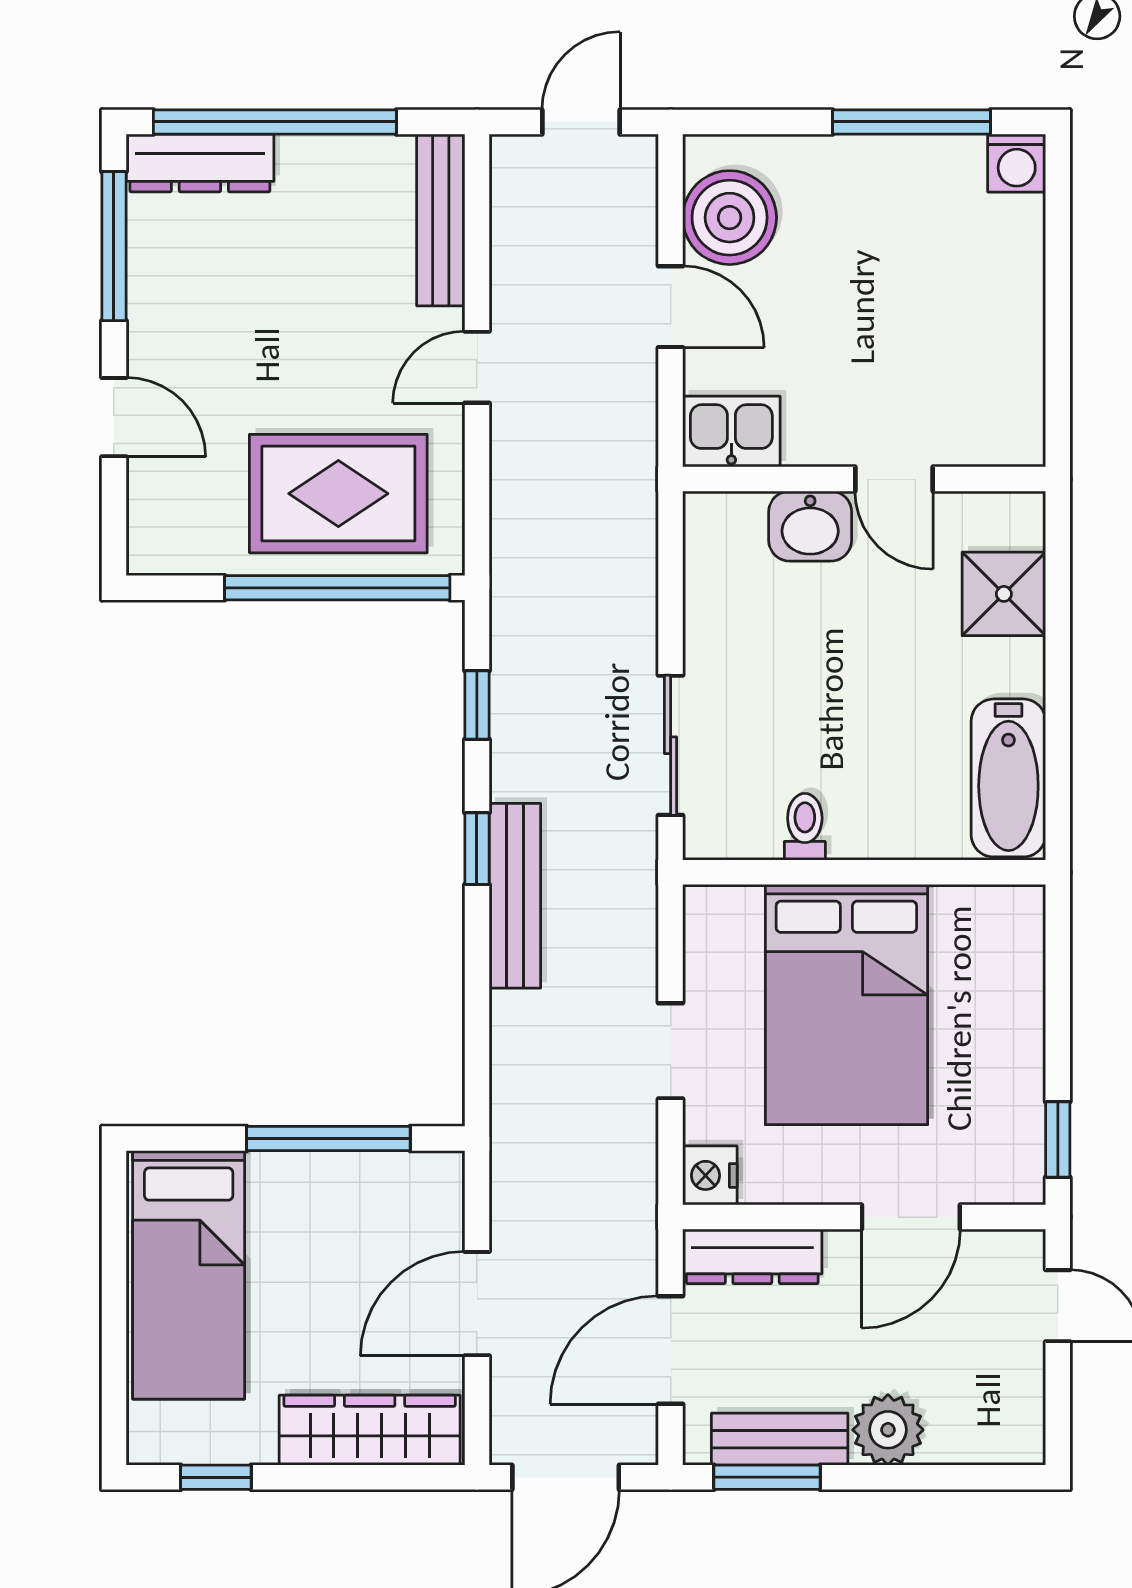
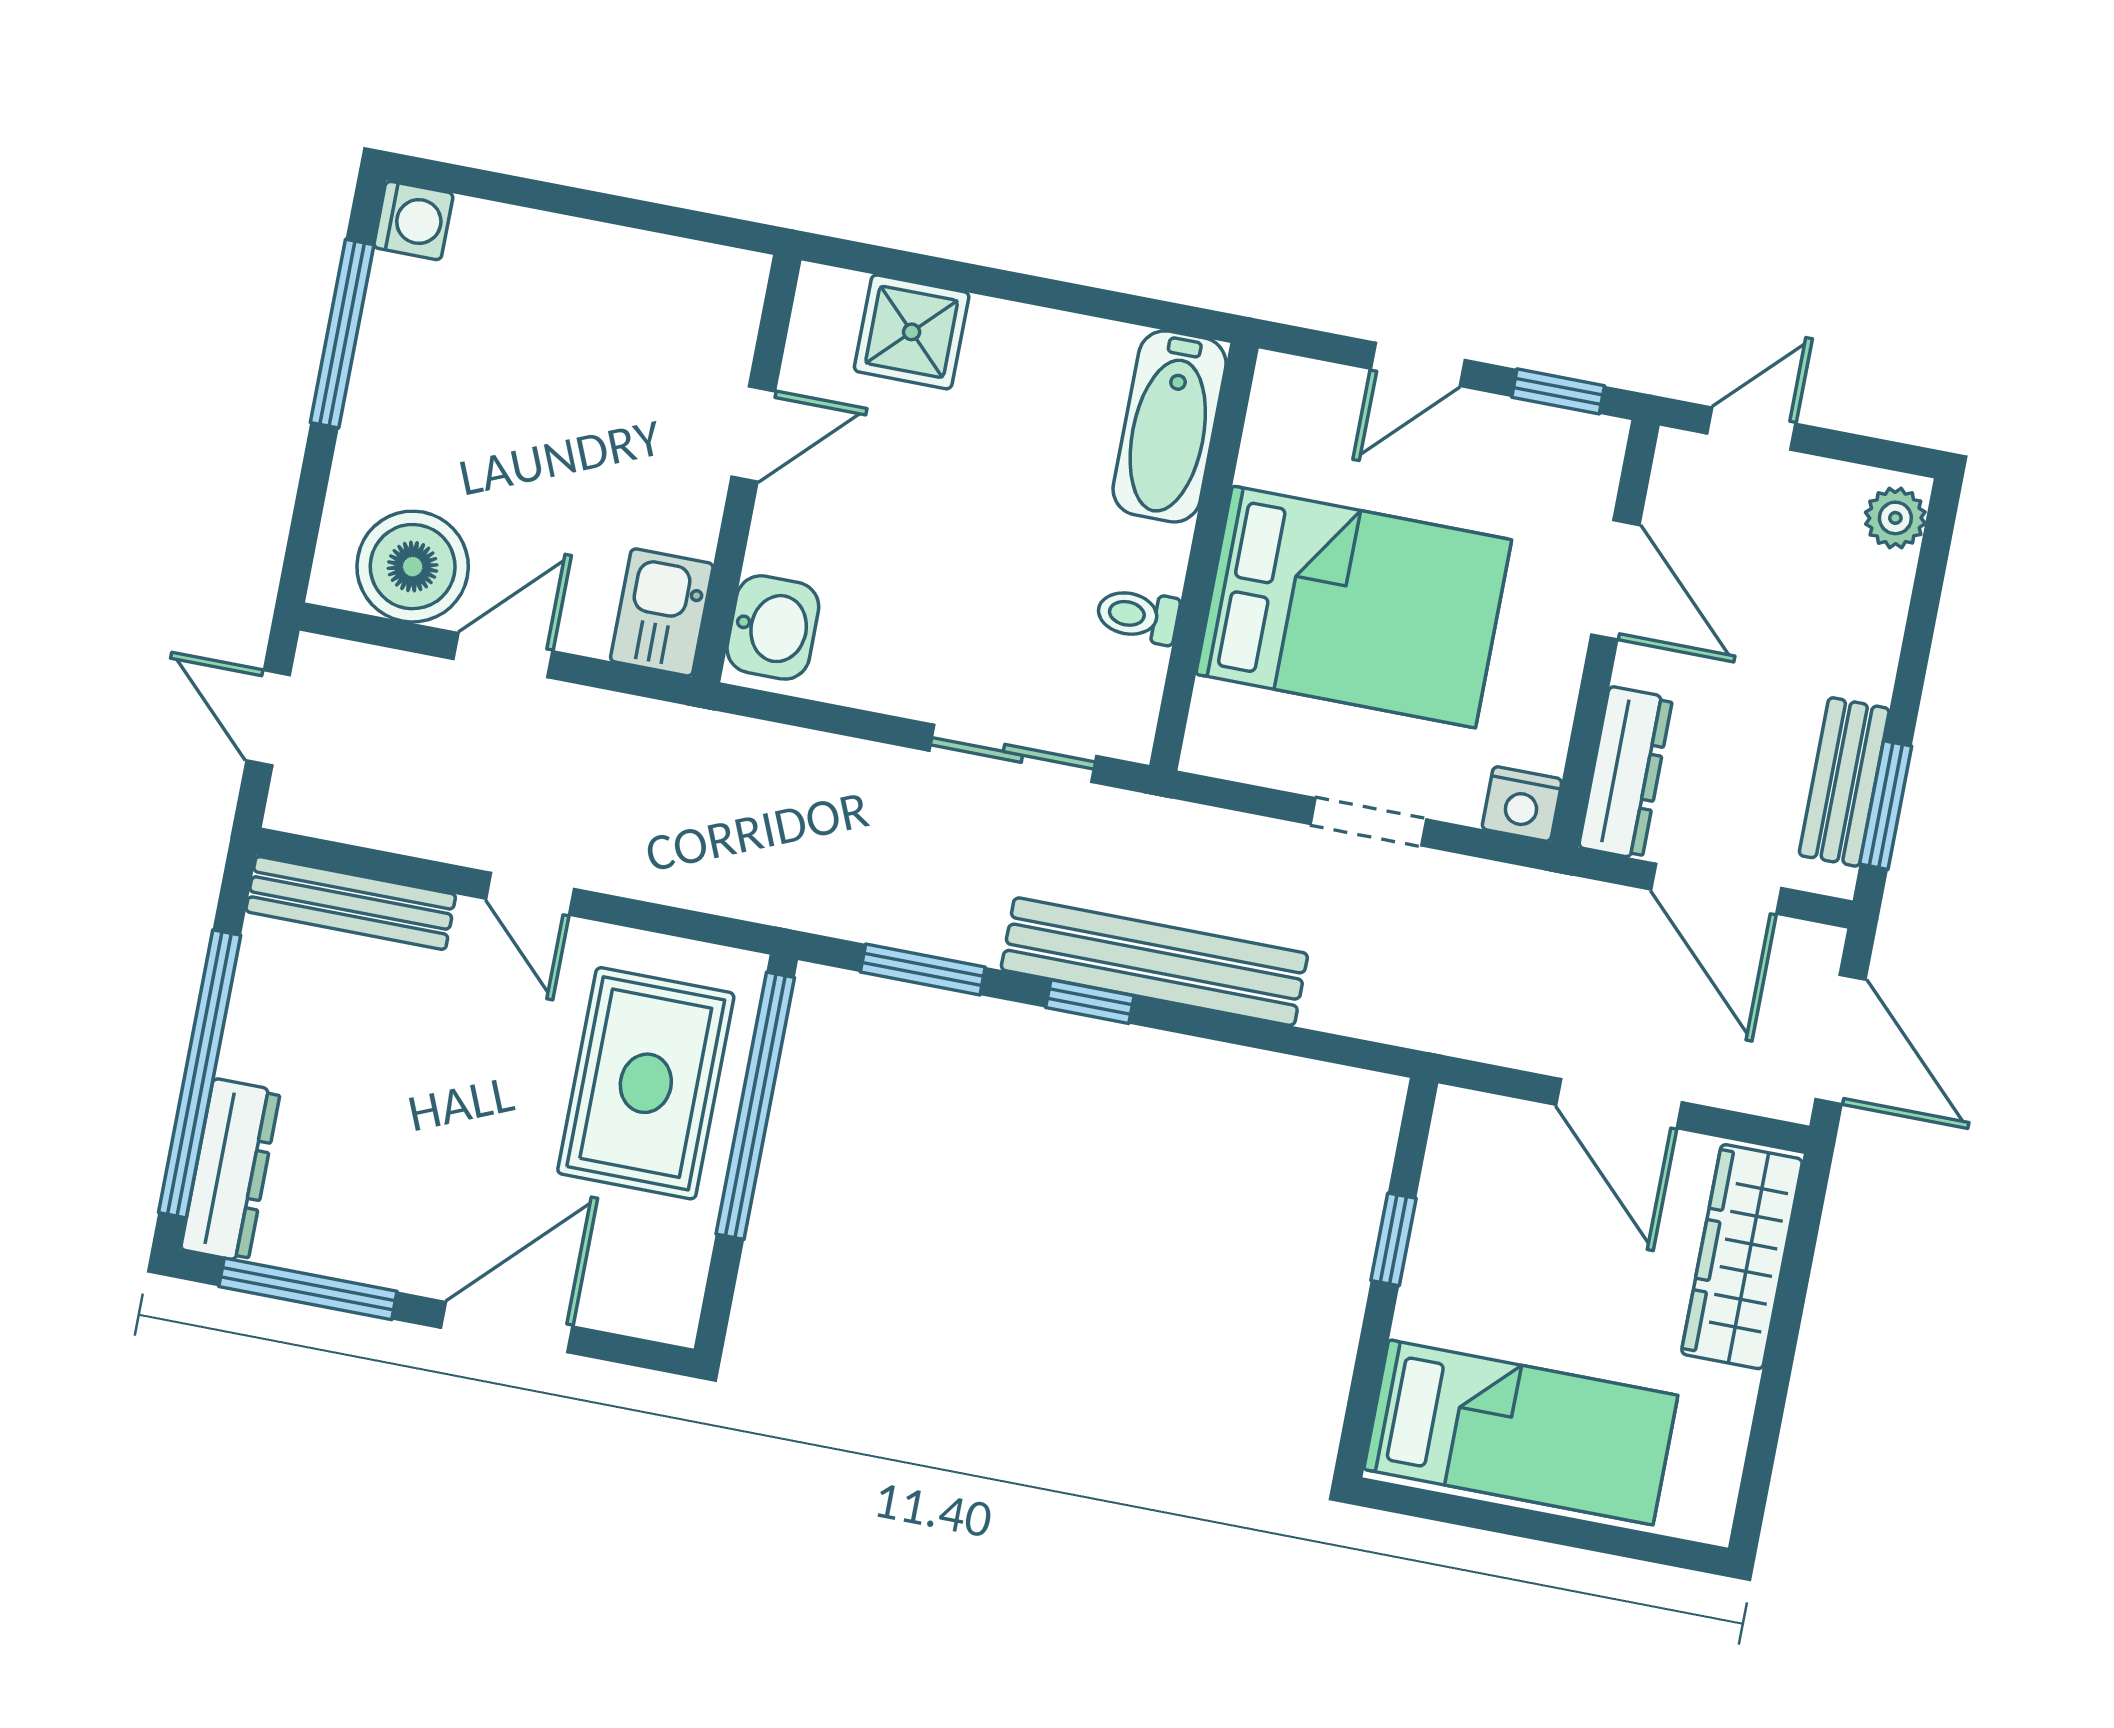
door: (114, 417) -> (507, 1327), width x1.38
washbasin: (810, 526) -> (773, 627), moved
window: (477, 705) -> (923, 969), width x1.50
bathtub: (1008, 778) -> (1170, 426), moved, turned 90
bench: (515, 896) -> (1154, 962), width x1.37, depth x1.21
door: (1058, 1019) -> (1418, 364), added
window: (328, 1138) -> (1393, 1239), width x0.46
plant: (888, 1430) -> (1895, 518), moved, width x0.73, depth x0.73
window: (216, 1477) -> (1762, 1446), removed

